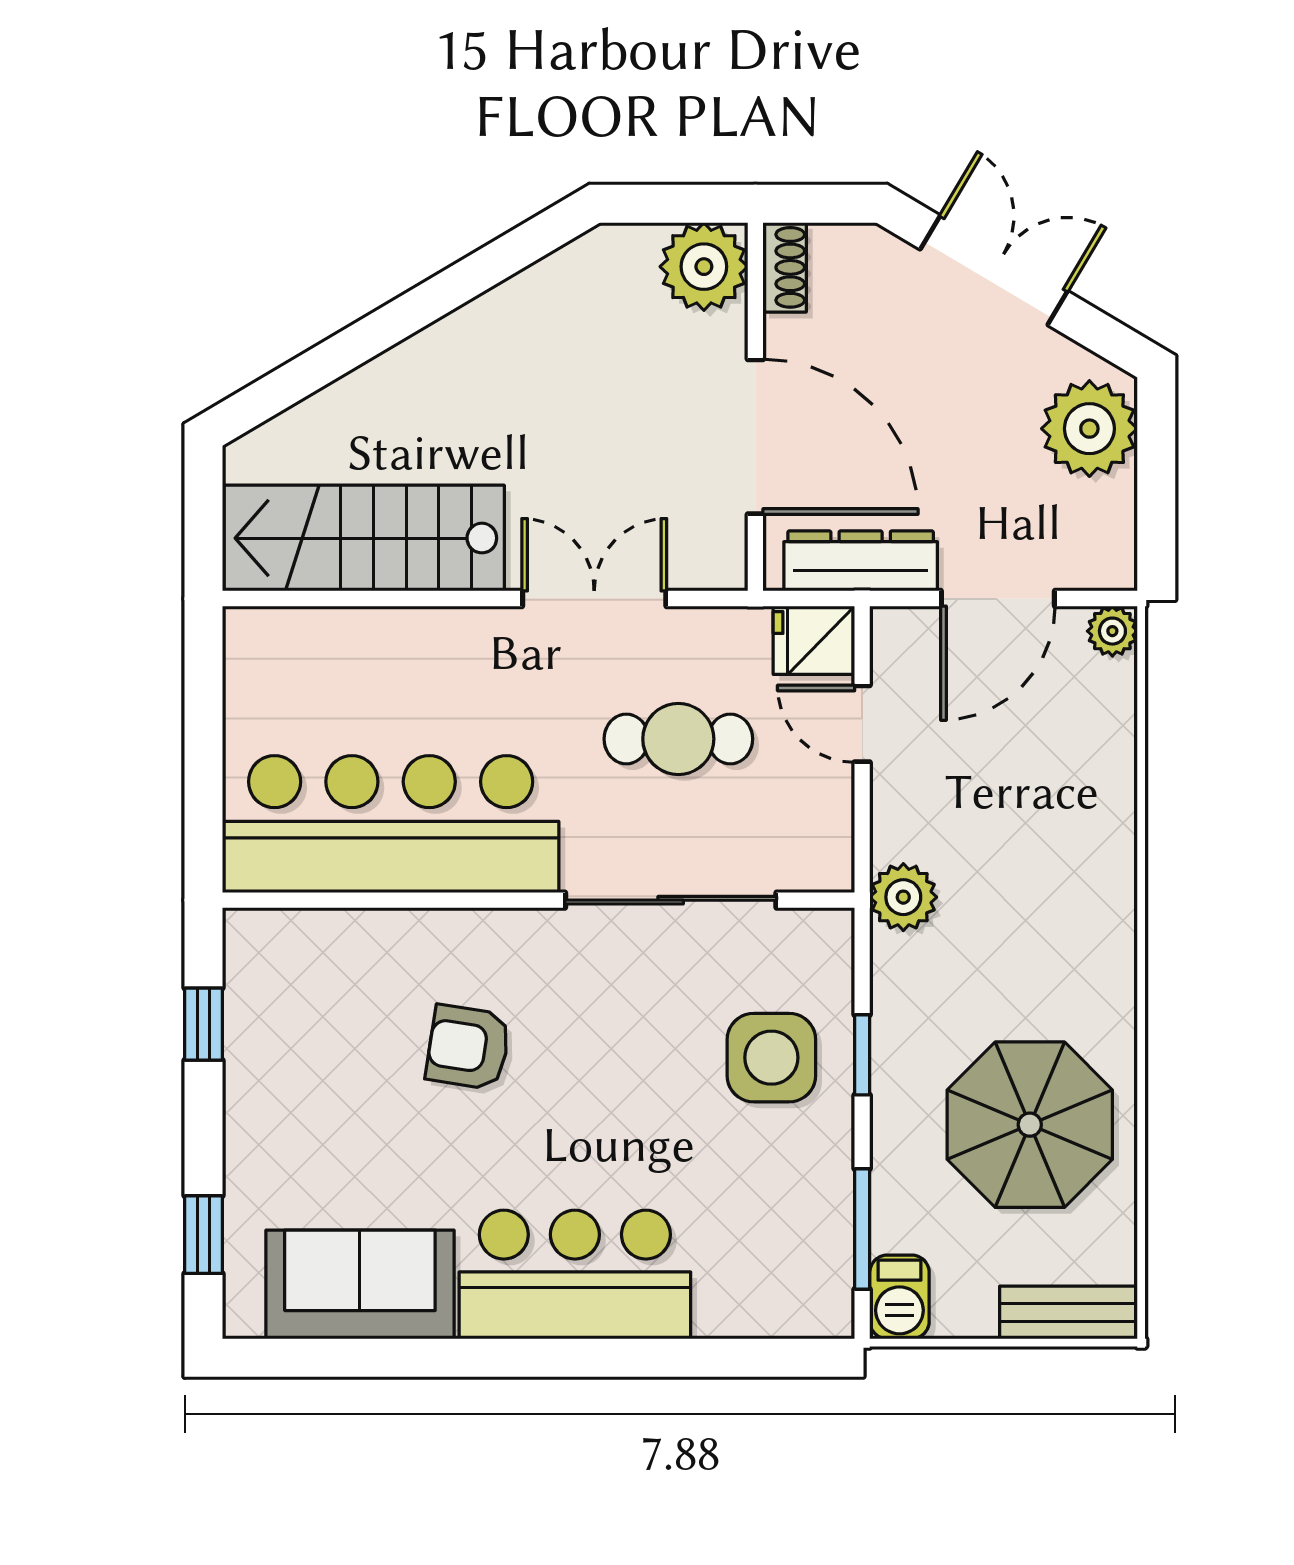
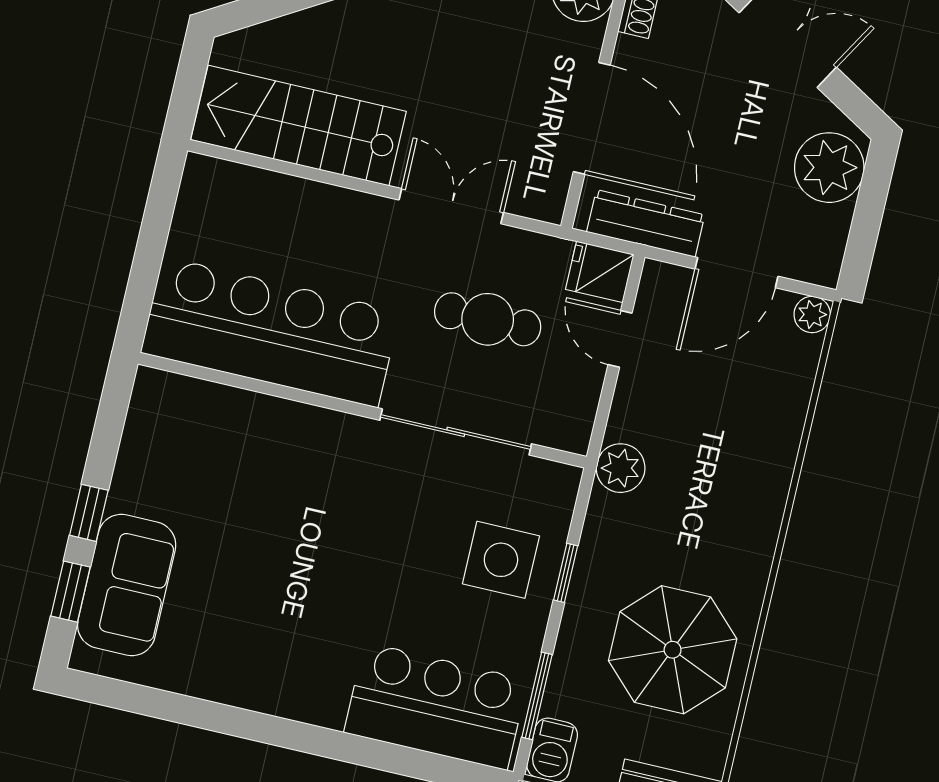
window: (204, 1024) -> (89, 513), moved
armchair: (468, 1047) -> (288, 503), removed
bar counter: (575, 1274) -> (436, 706), moved
sofa: (360, 1284) -> (127, 585), moved, turned 90

